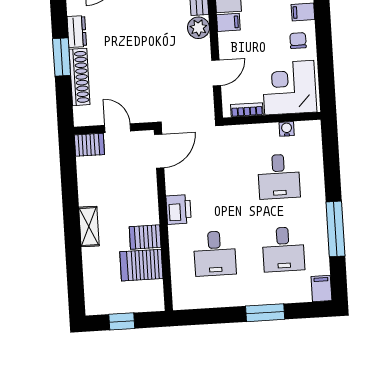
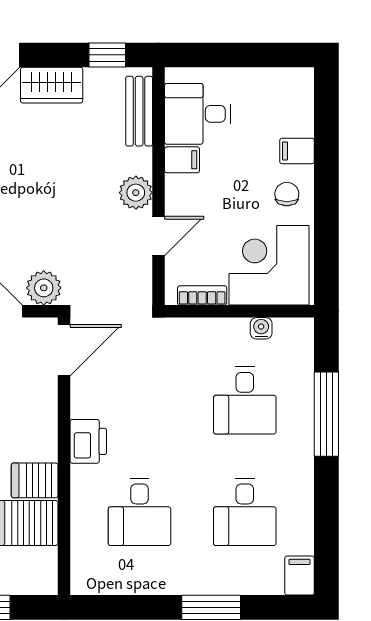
plant: (198, 28) -> (136, 193), moved
plant: (143, 111) -> (44, 288), added
window: (335, 229) -> (326, 414), moved

